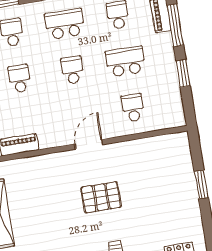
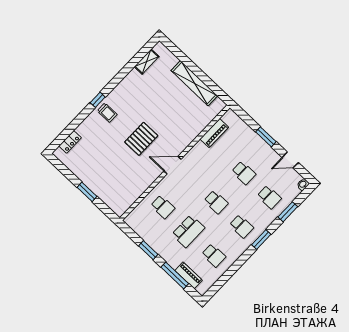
school desk: (65, 24) -> (241, 226), width x0.54
door: (89, 144) -> (173, 165), swing flipped

